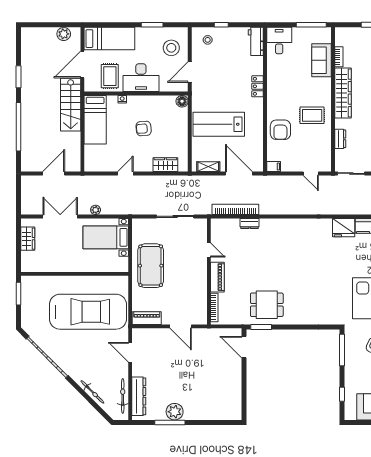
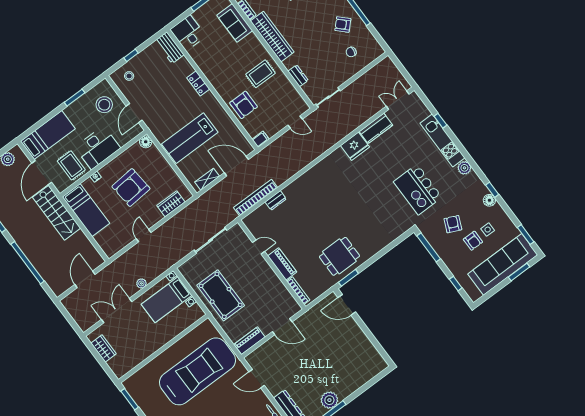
armchair: (144, 128) -> (131, 188), width x1.88, depth x1.88

